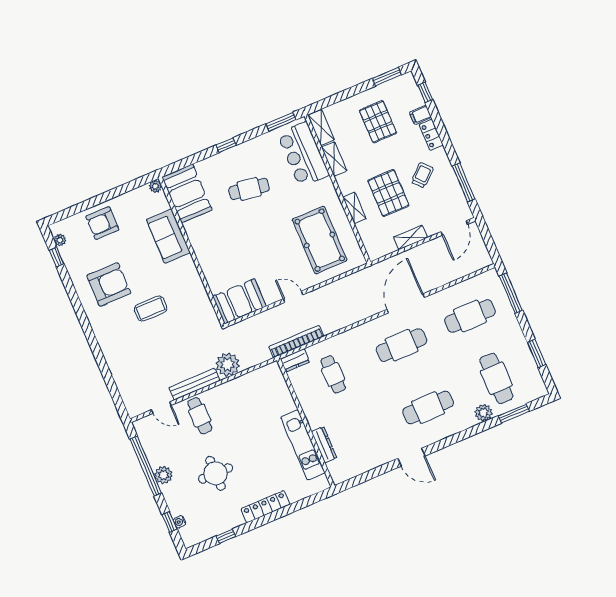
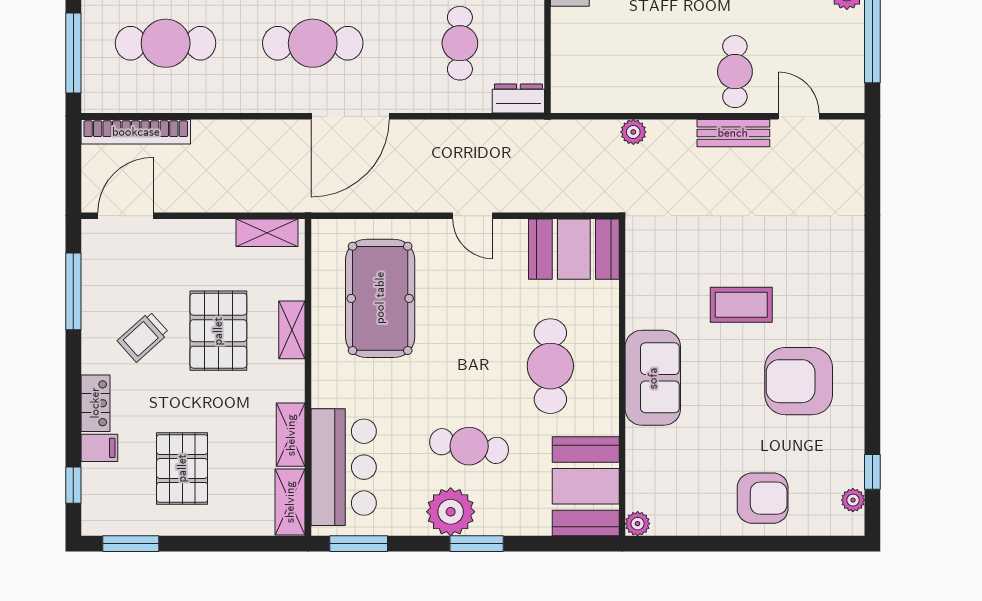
window: (226, 145) -> (477, 544), width x1.50
plant: (245, 155) -> (451, 512), added
sofa: (168, 236) -> (653, 378), moved
shelving: (410, 237) -> (267, 233), moved
cafe table: (227, 242) -> (550, 366), added
door: (406, 303) -> (350, 116), moved
bookcase: (296, 342) -> (136, 132), moved
plant: (228, 365) -> (633, 132), width x0.53, depth x0.53
bench: (194, 384) -> (733, 133), width x0.73

